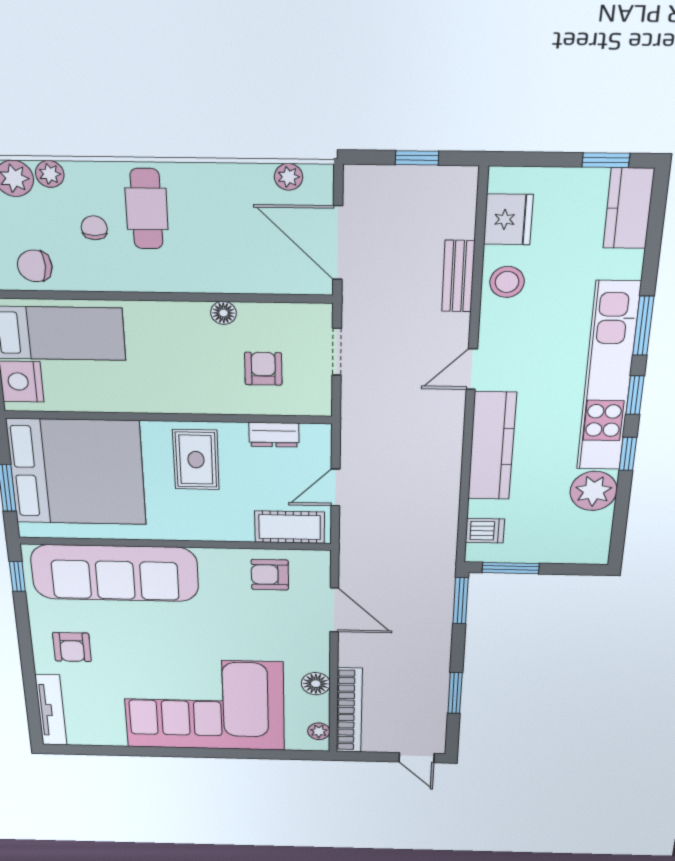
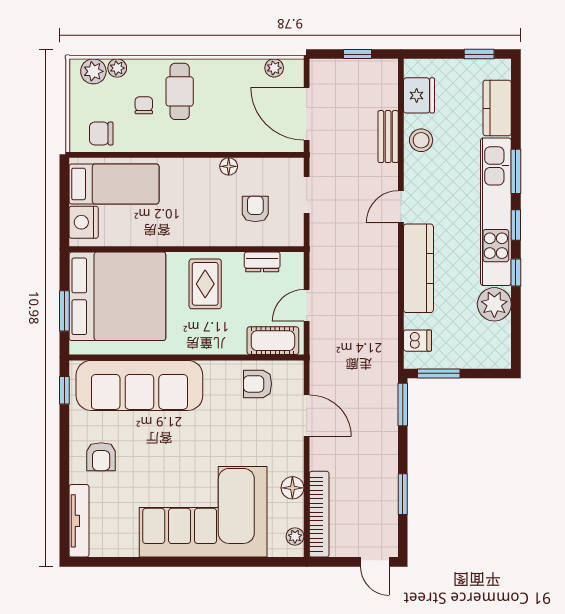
kitchen counter: (629, 208) -> (497, 108), moved

